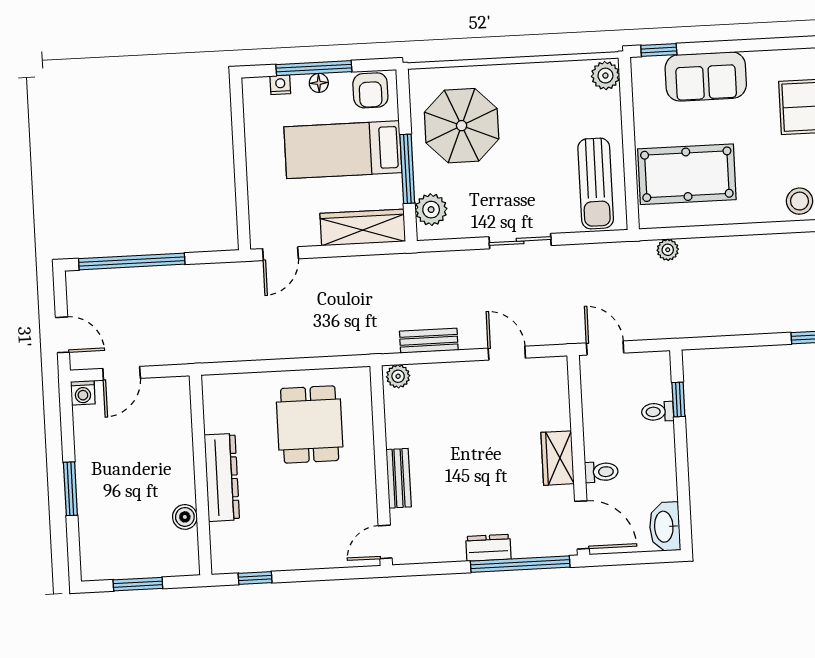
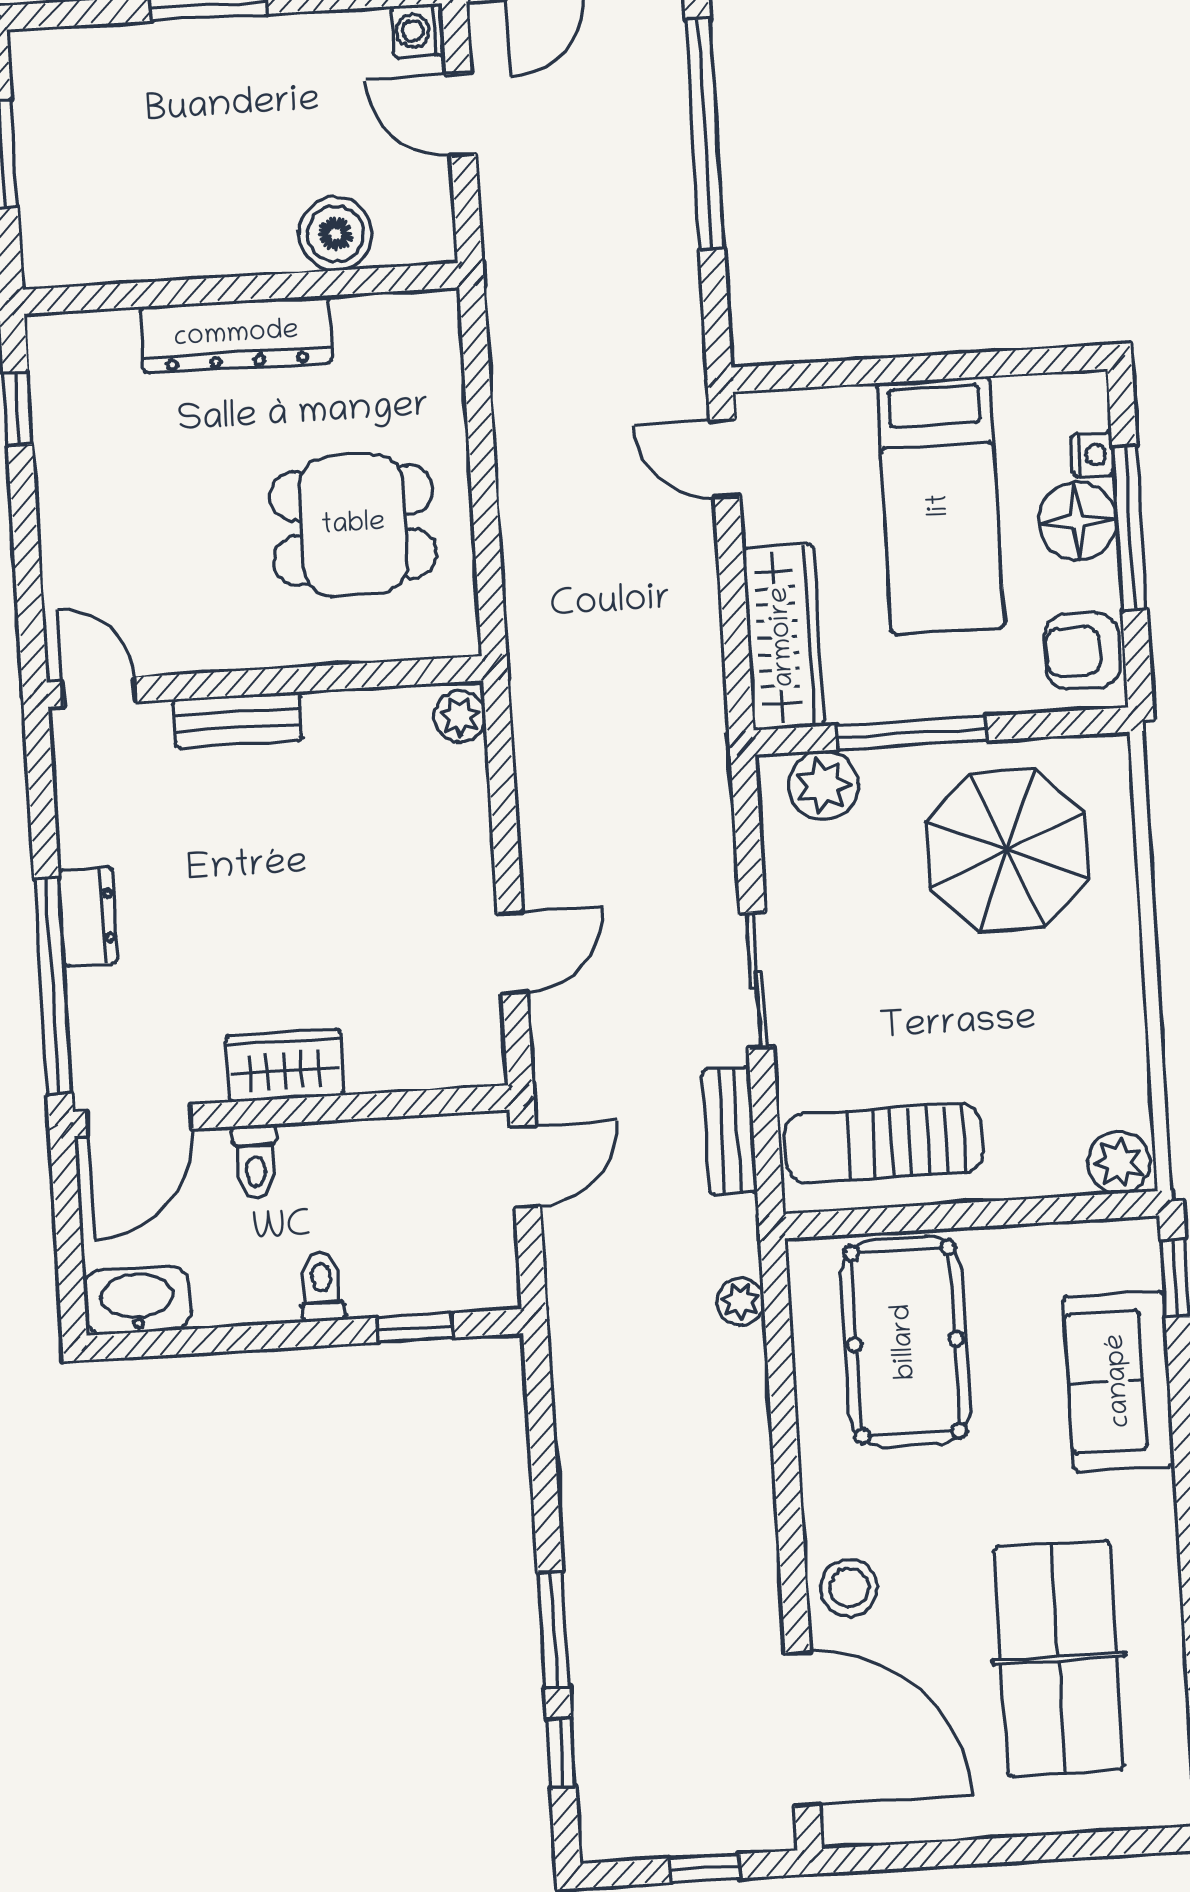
floor lamp: (319, 83) -> (1078, 521), width x1.89, depth x1.89
bed: (343, 150) -> (940, 505), moved, turned 180
bench: (429, 341) -> (730, 1131), moved
toilet: (658, 412) -> (322, 1287), moved
boiler: (185, 517) -> (335, 234), moved, width x1.36, depth x1.36

